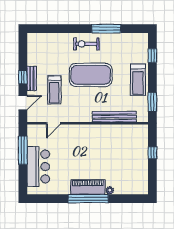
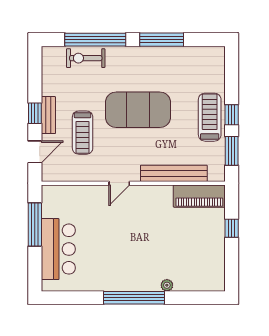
window: (63, 29) -> (95, 40), added
exercise bike: (86, 44) -> (86, 58), moved
window: (152, 56) -> (232, 115), moved
treadmill: (138, 80) -> (210, 117), turned 180
door: (53, 123) -> (119, 183), moved
piano: (88, 187) -> (199, 196), moved, turned 180

